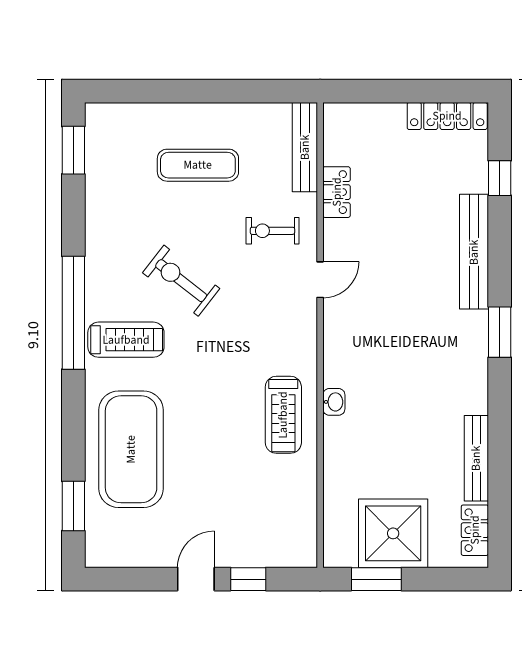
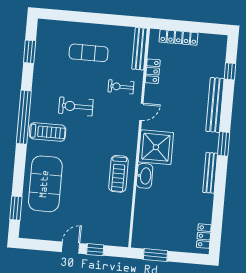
locker: (447, 116) -> (179, 37), moved
window: (73, 150) -> (30, 52), moved
exercise bike: (181, 281) -> (76, 106), turned -38
washbasin: (334, 402) -> (145, 176), width x1.91, depth x1.45
bench: (476, 458) -> (210, 173), moved
shower: (393, 533) -> (156, 147), moved

